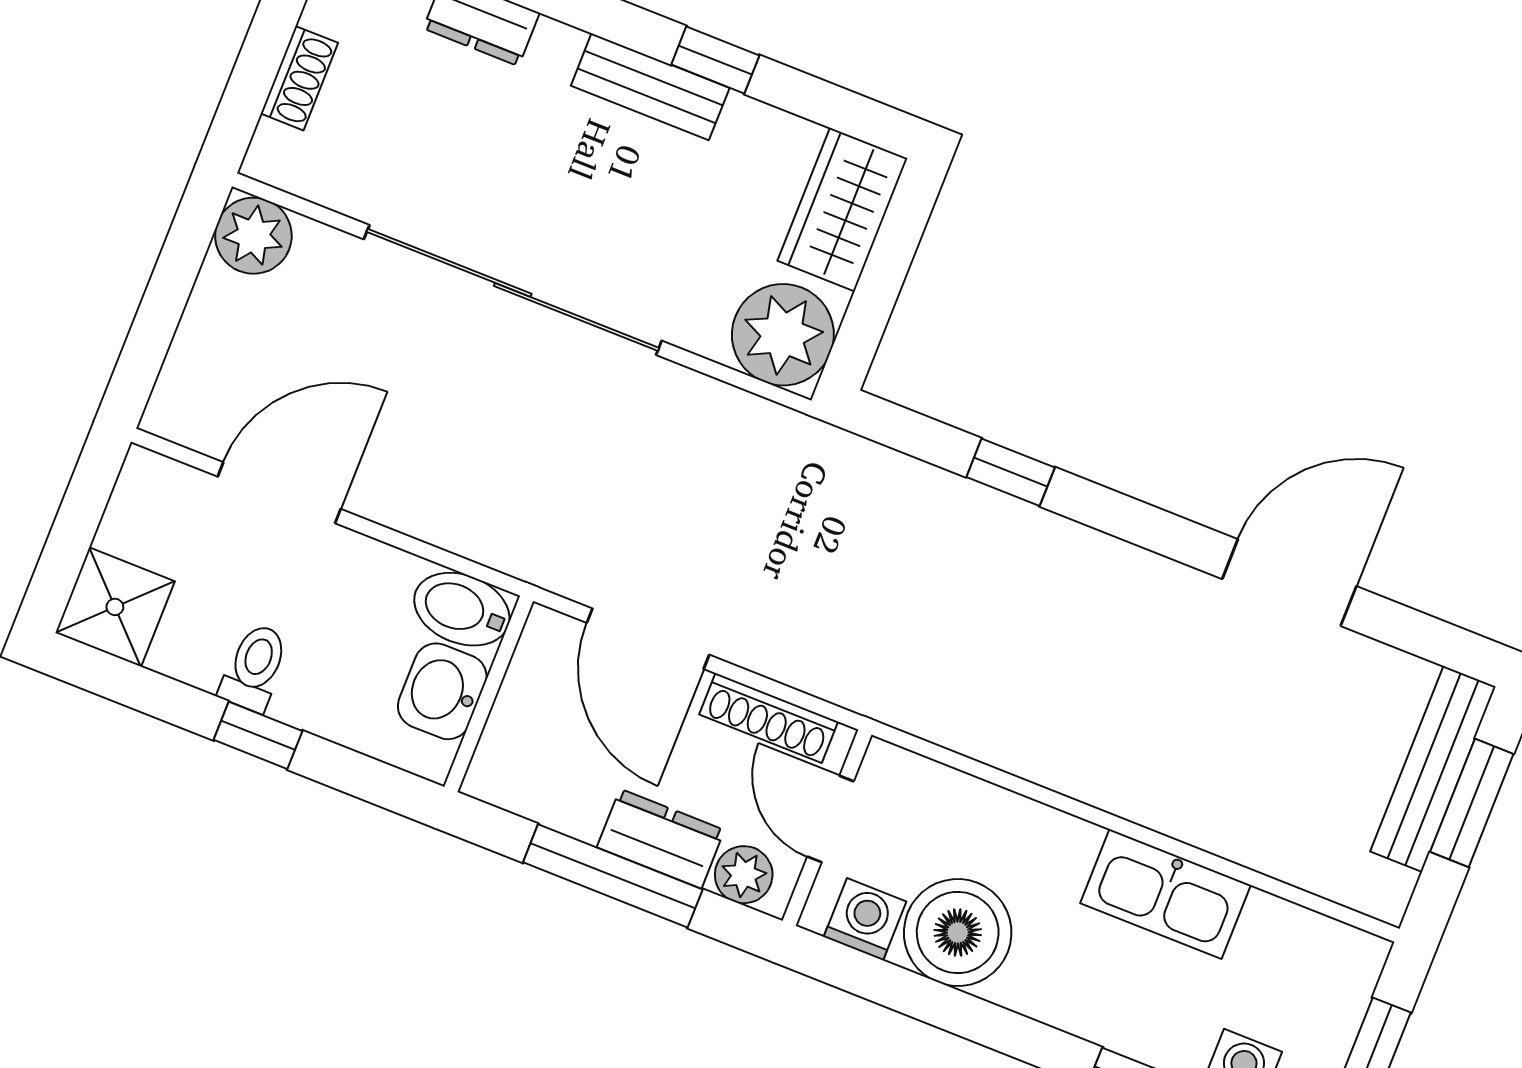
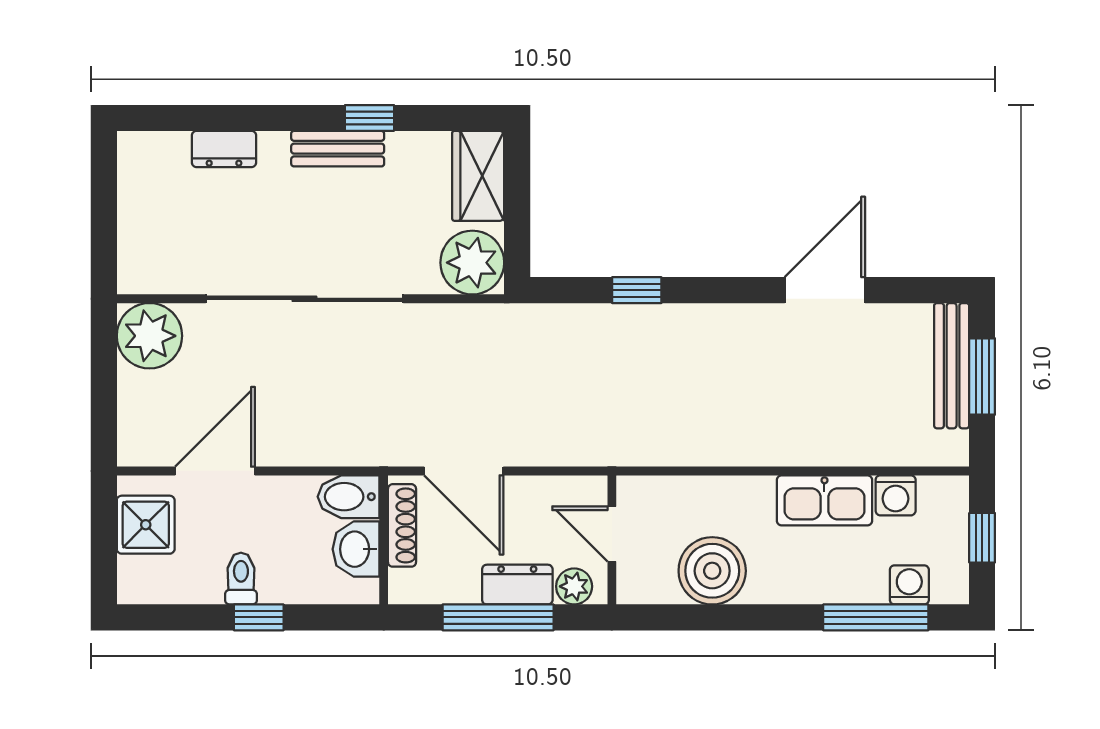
shoe rack: (299, 78) -> (131, 225), removed
plant: (253, 236) -> (149, 336), width x1.36, depth x1.36
shower: (115, 607) -> (146, 525), moved
shoe rack: (769, 718) -> (402, 525), moved, turned -90
washing machine: (865, 919) -> (896, 495), moved, turned 180

